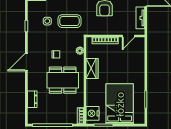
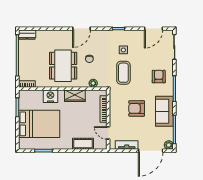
cot: (139, 61) -> (83, 144), added
door: (26, 62) -> (82, 29), swing flipped
dresser: (32, 99) -> (27, 35), moved
nightstand: (93, 113) -> (50, 96), moved

